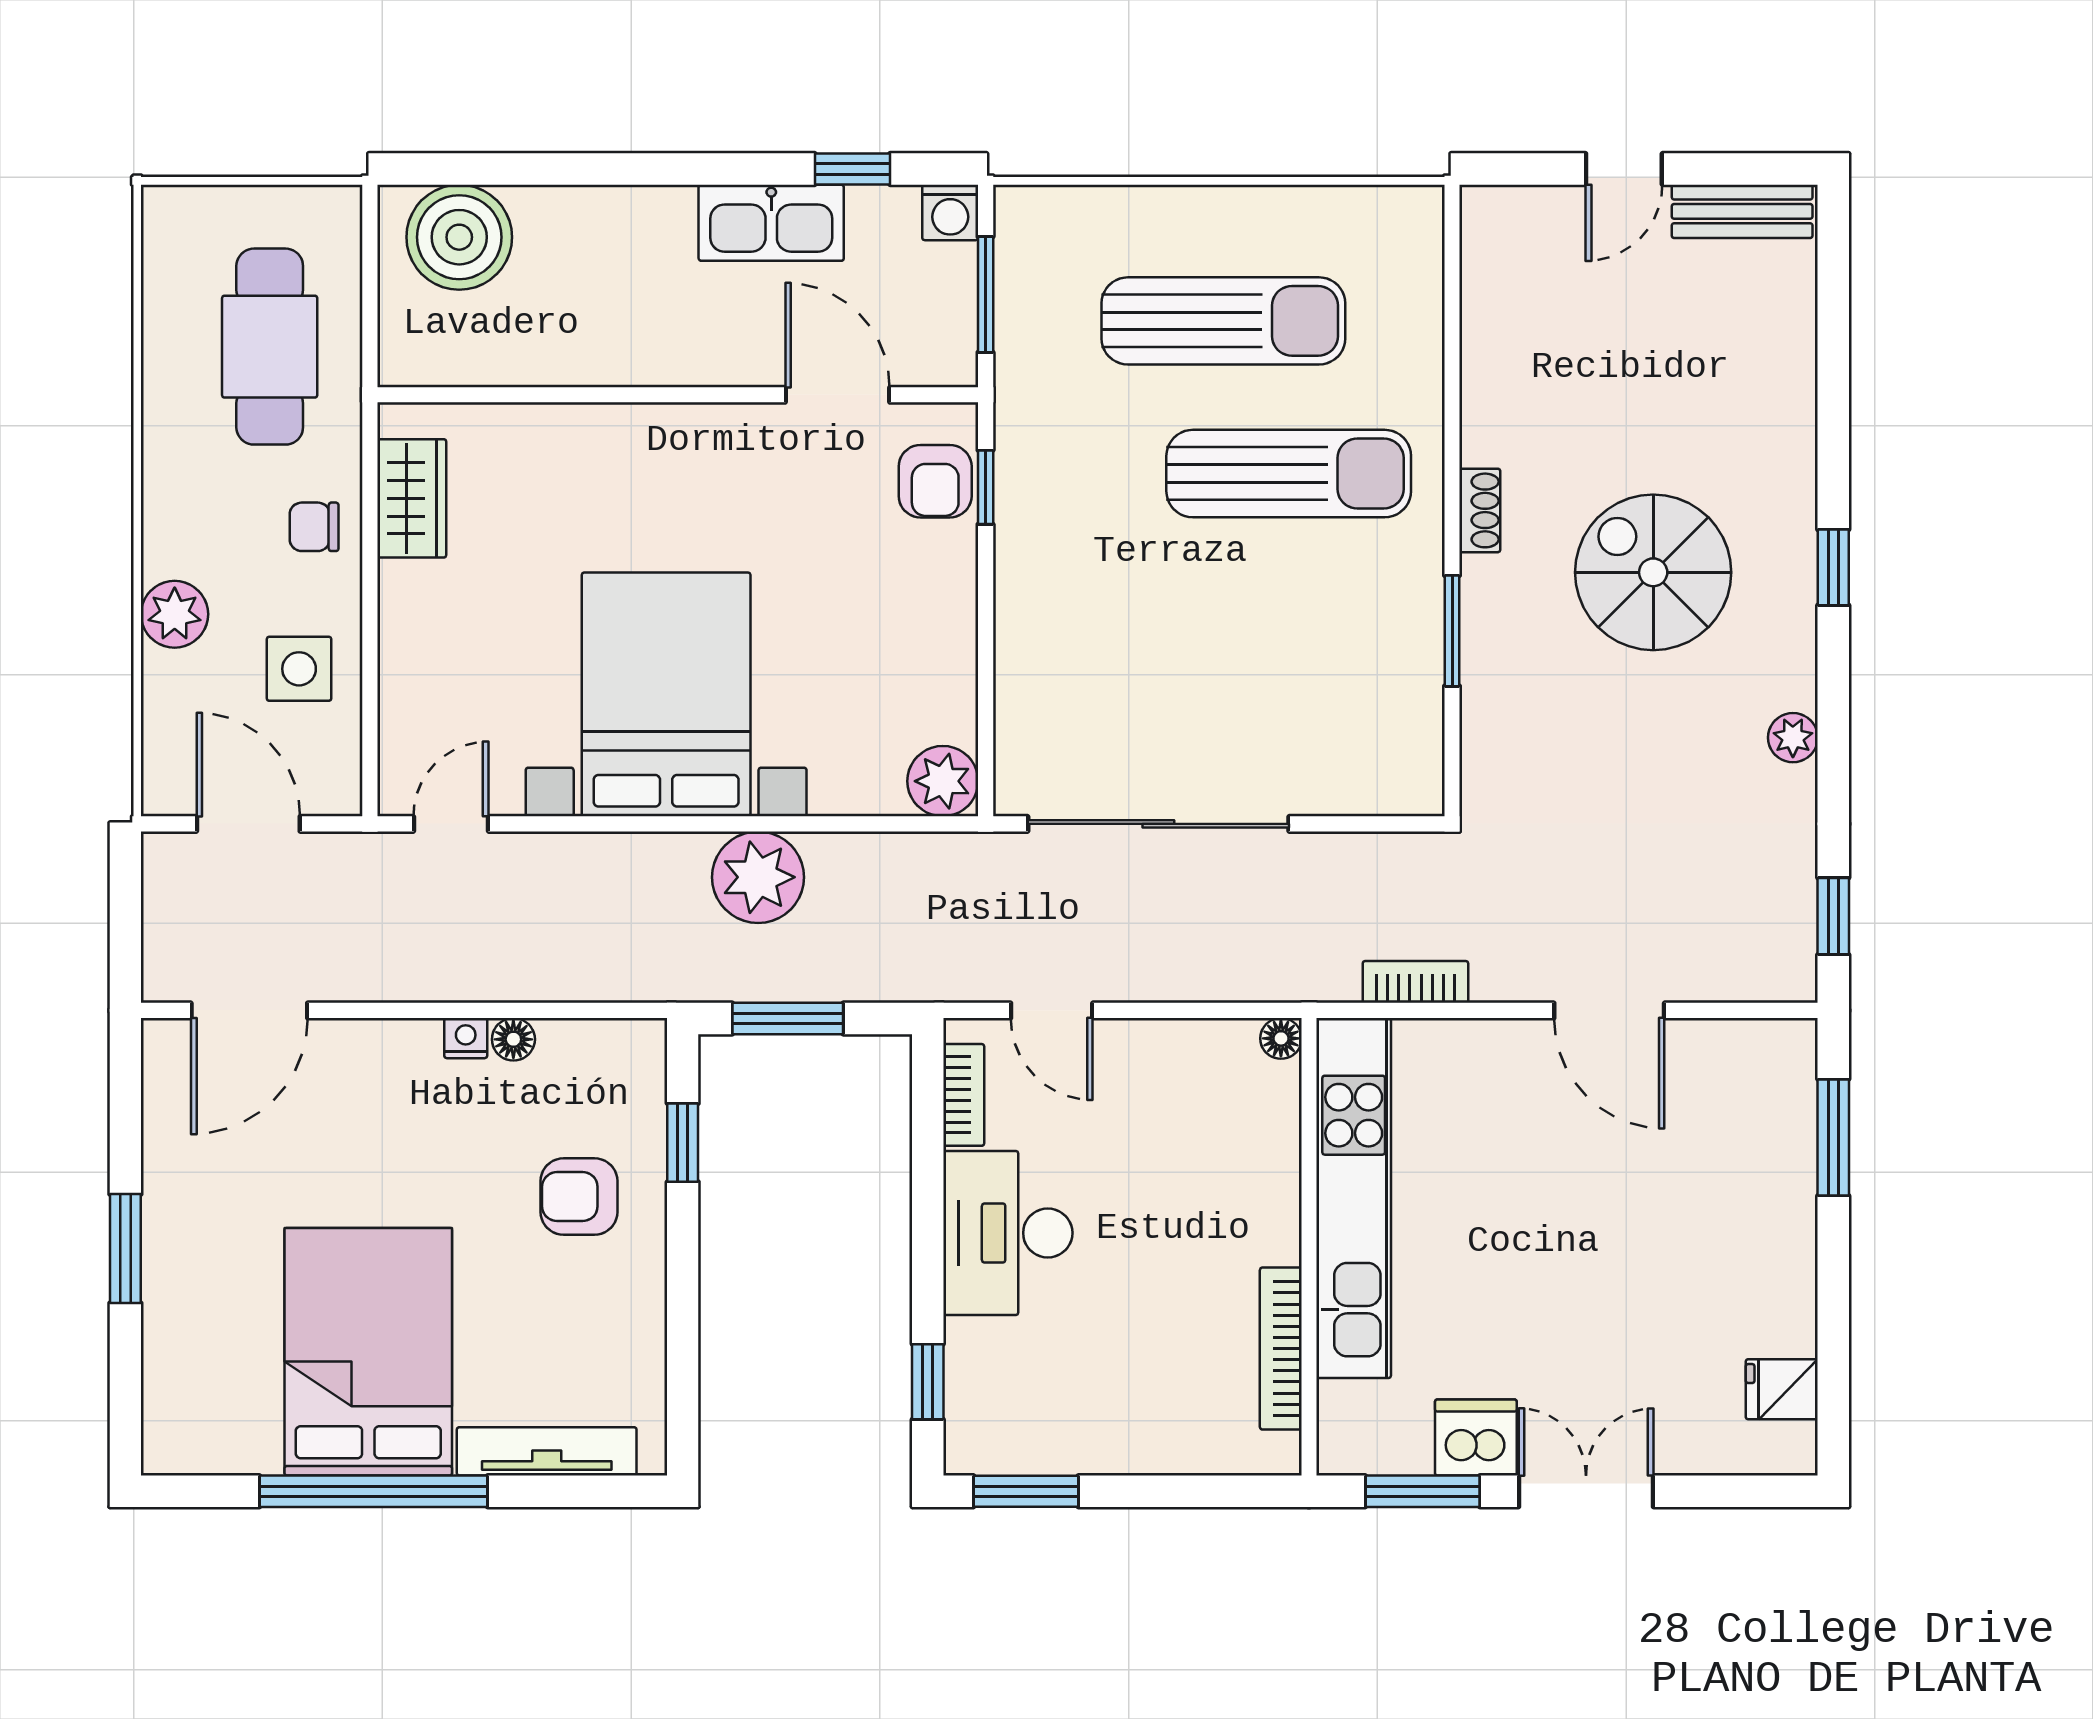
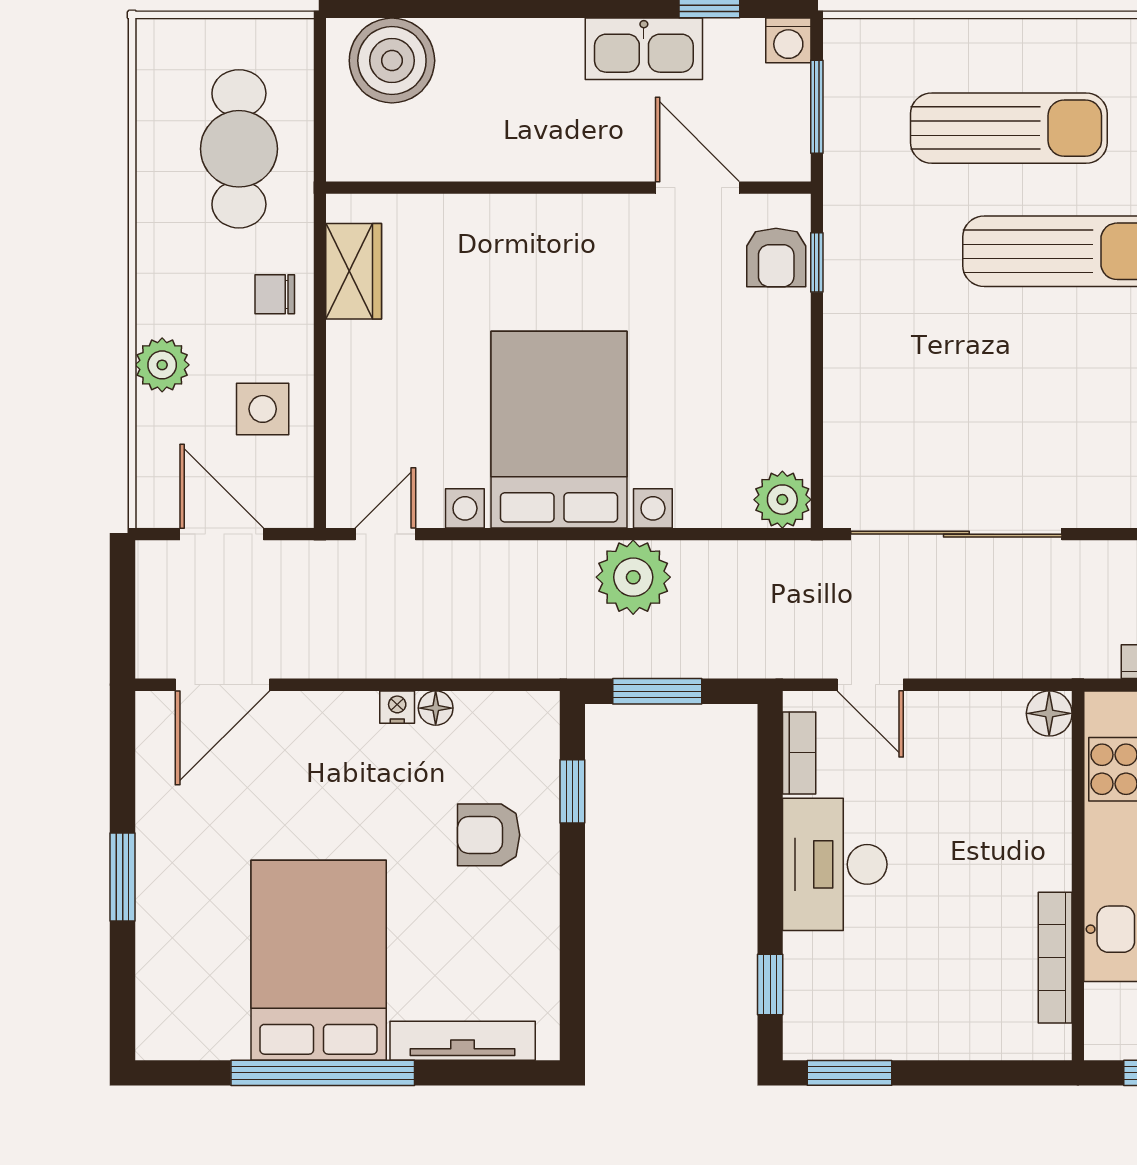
floor lamp: (1281, 1038) -> (1049, 713), width x1.37, depth x1.37

